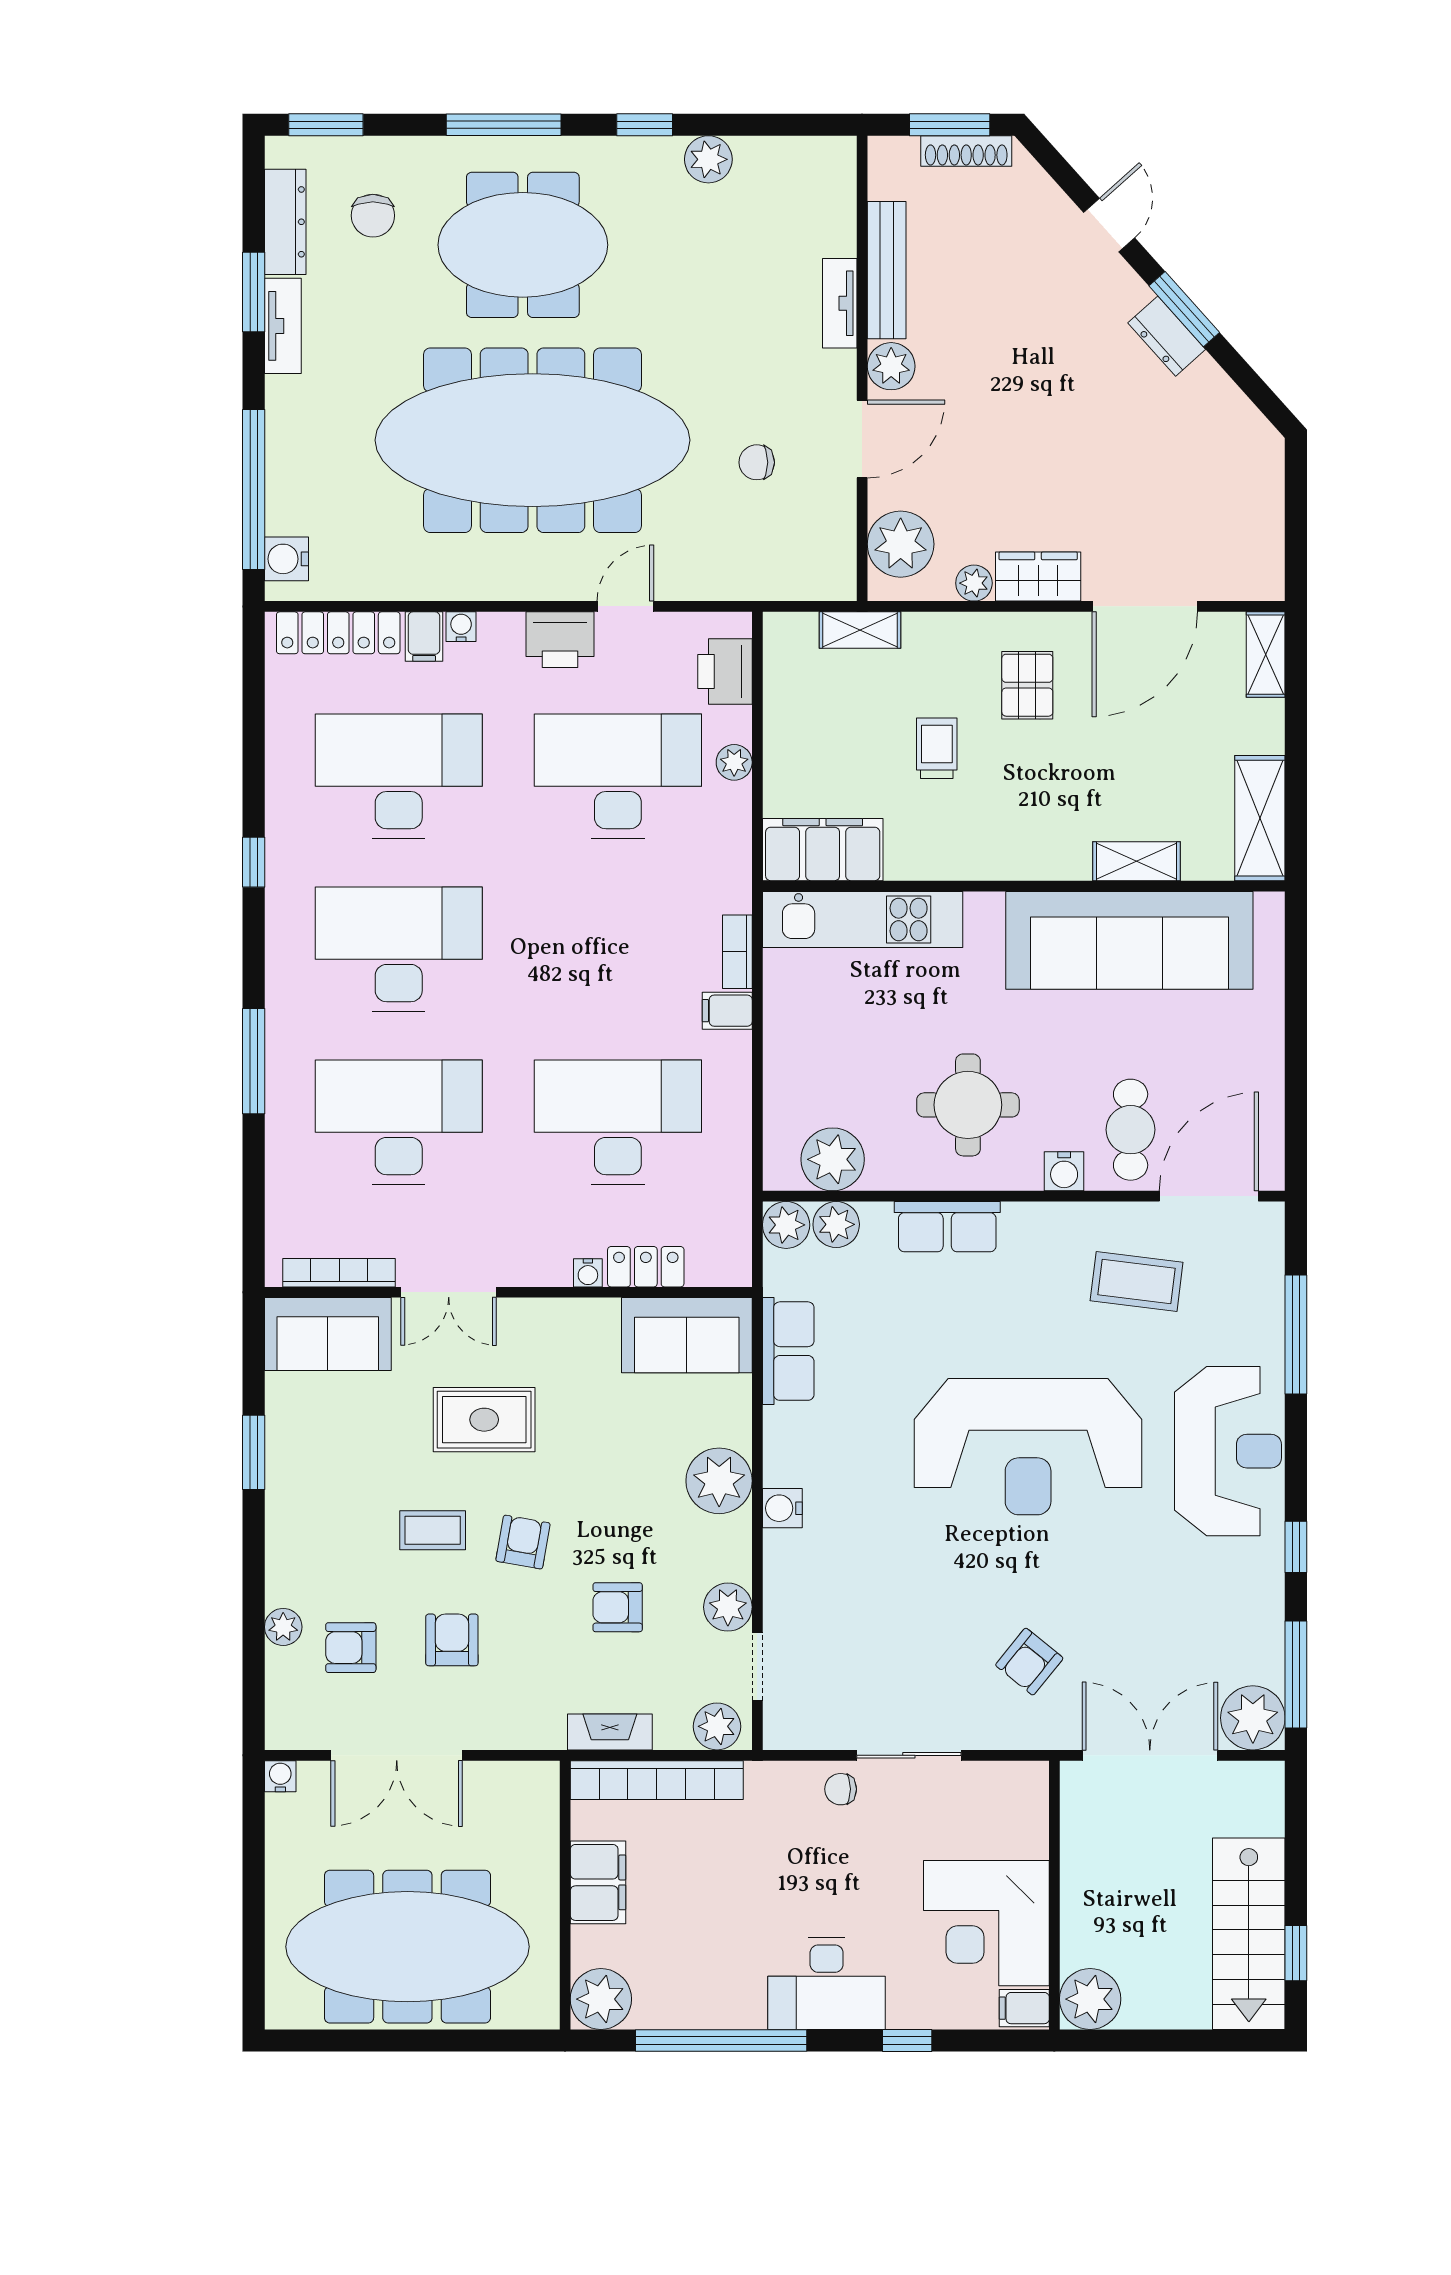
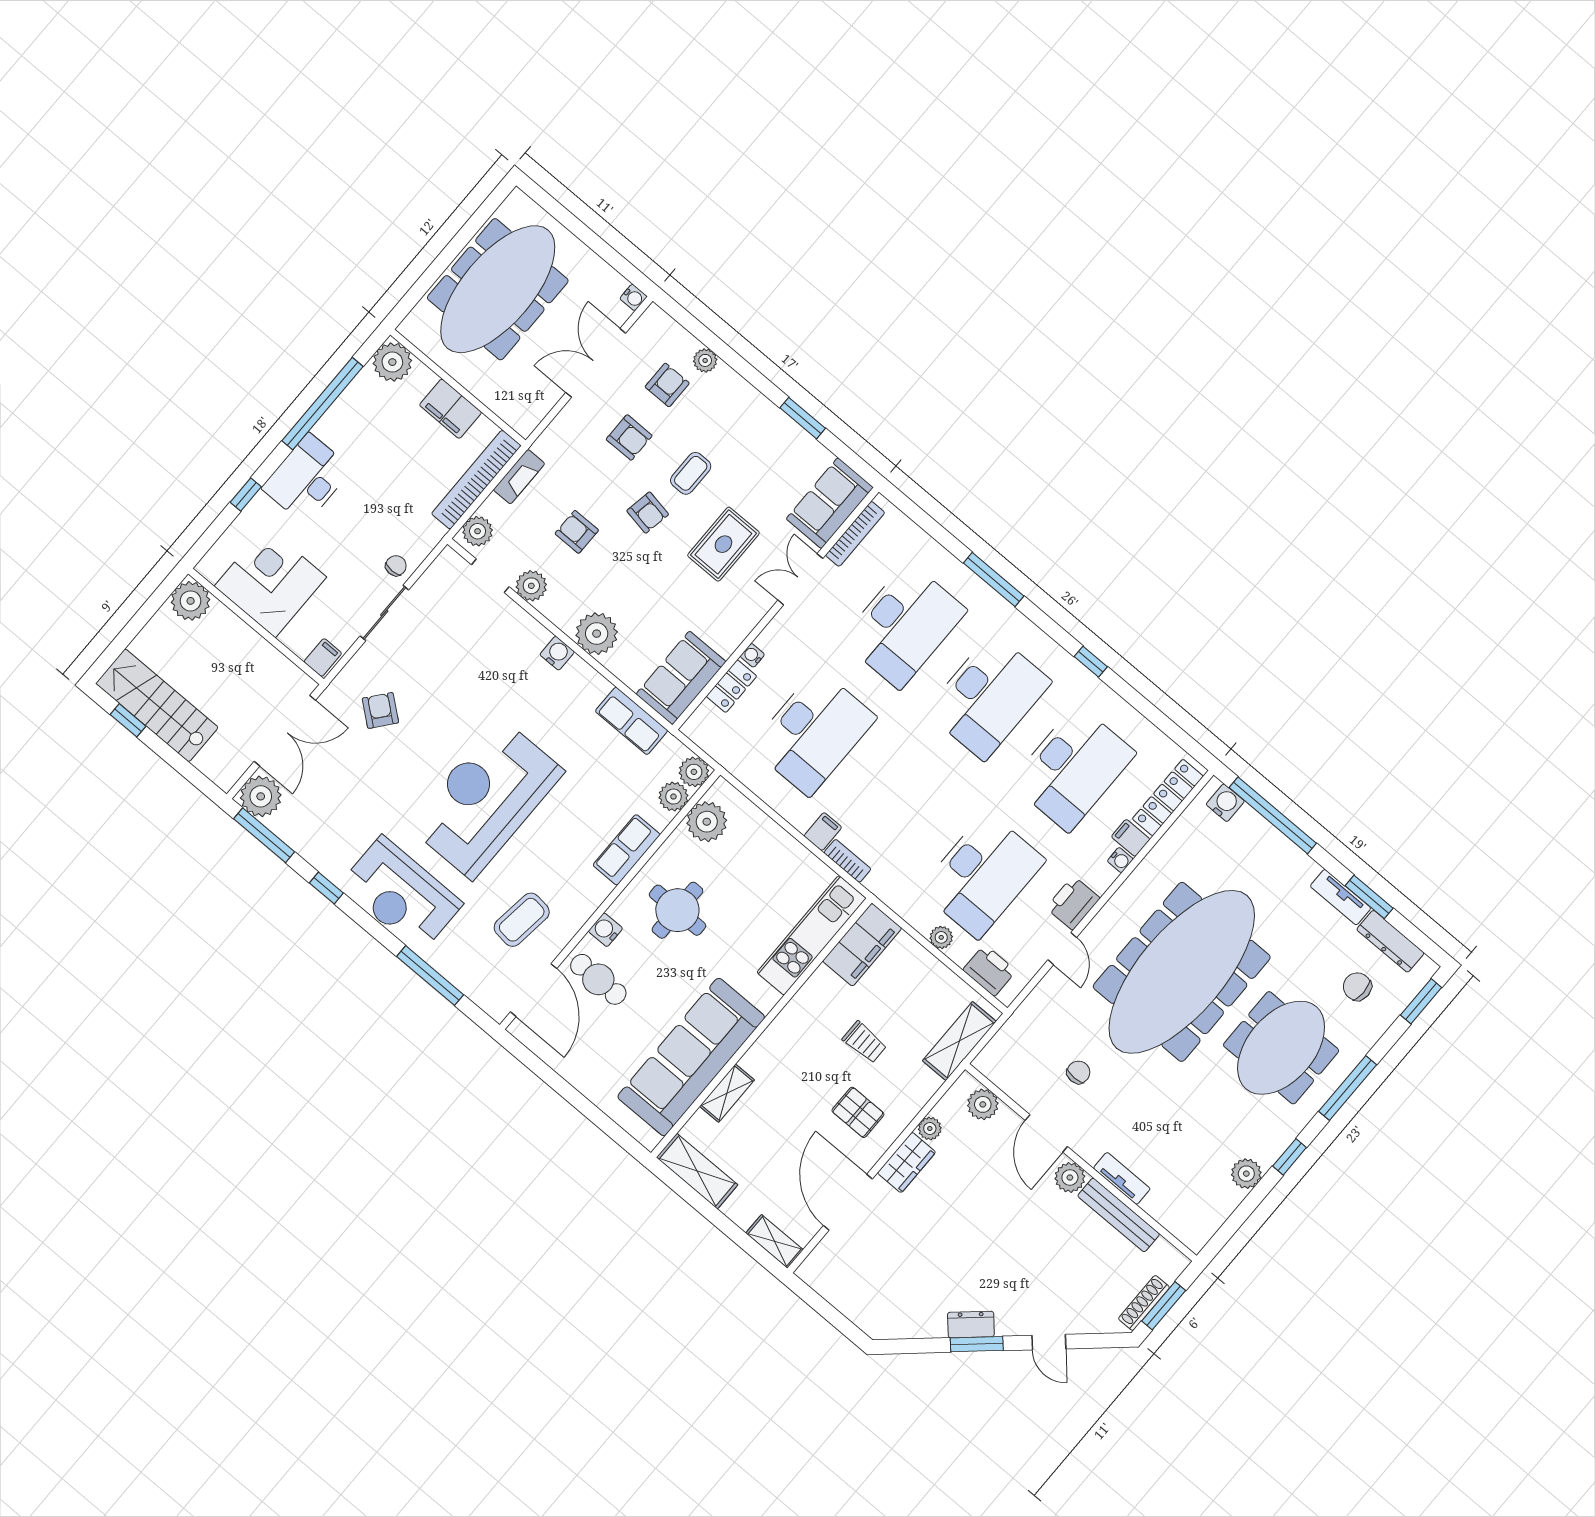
plant: (901, 544) -> (983, 1104), width x0.73, depth x0.73
shelving: (860, 630) -> (959, 1041), width x1.50, depth x1.33
armchair: (618, 1607) -> (577, 532), turned -90
filing cabinet: (1024, 2008) -> (323, 658), moved

